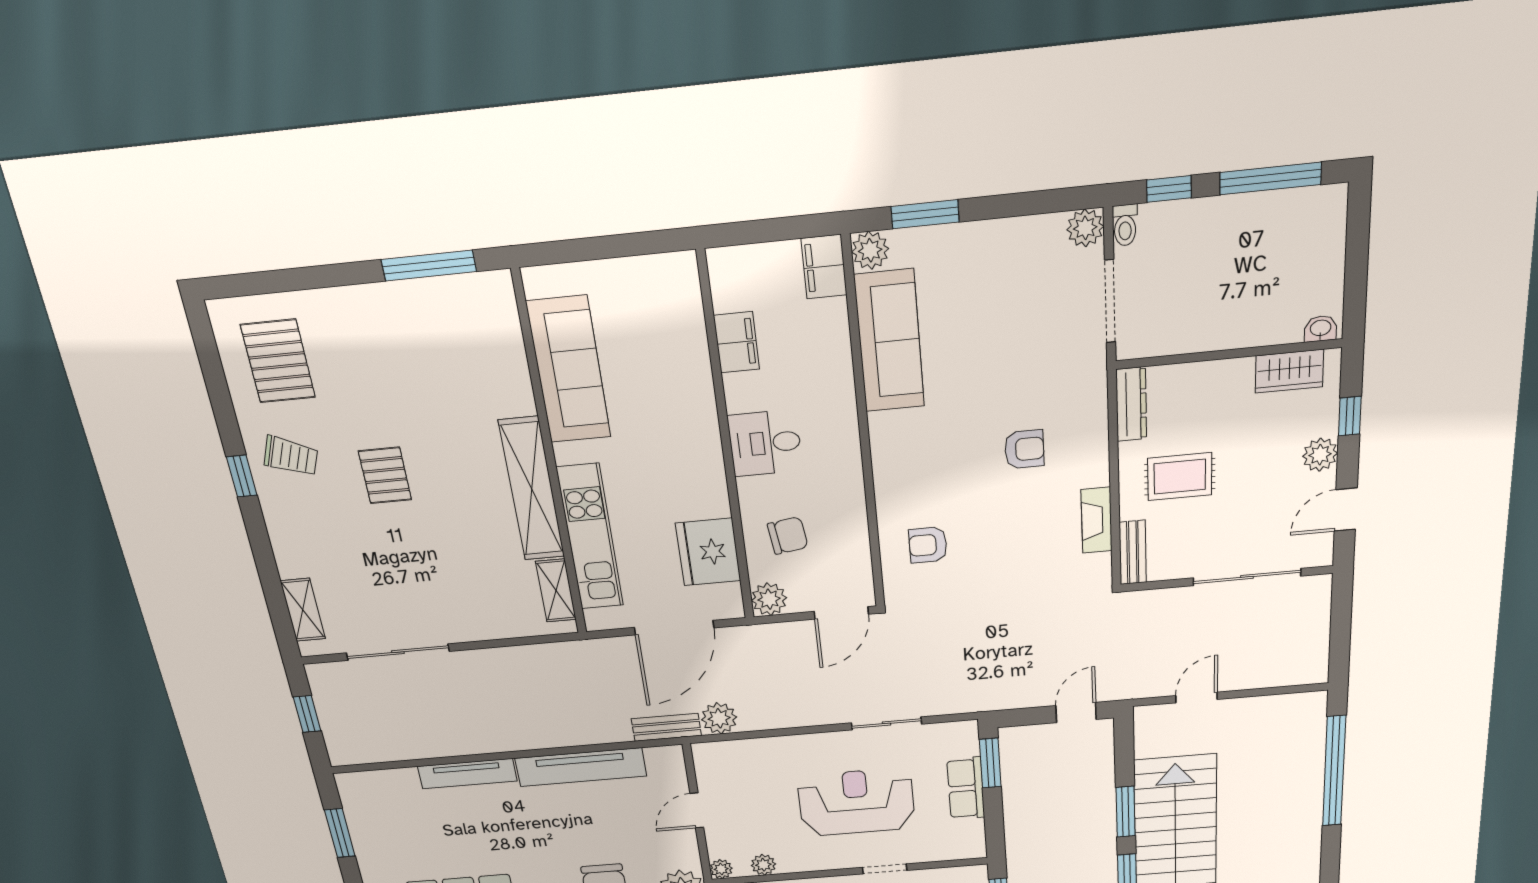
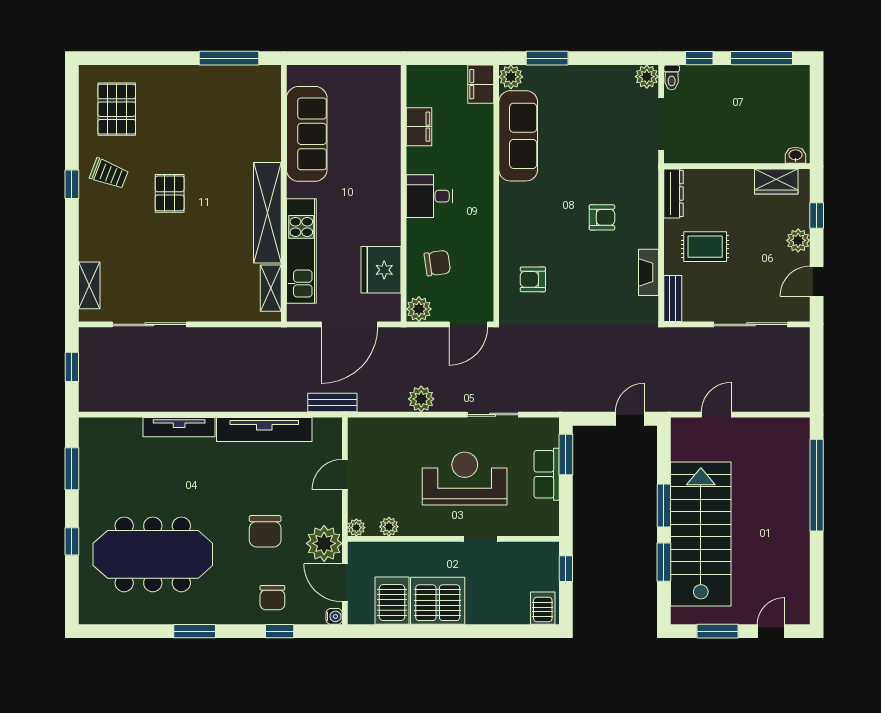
plant: (719, 718) -> (421, 399), moved

